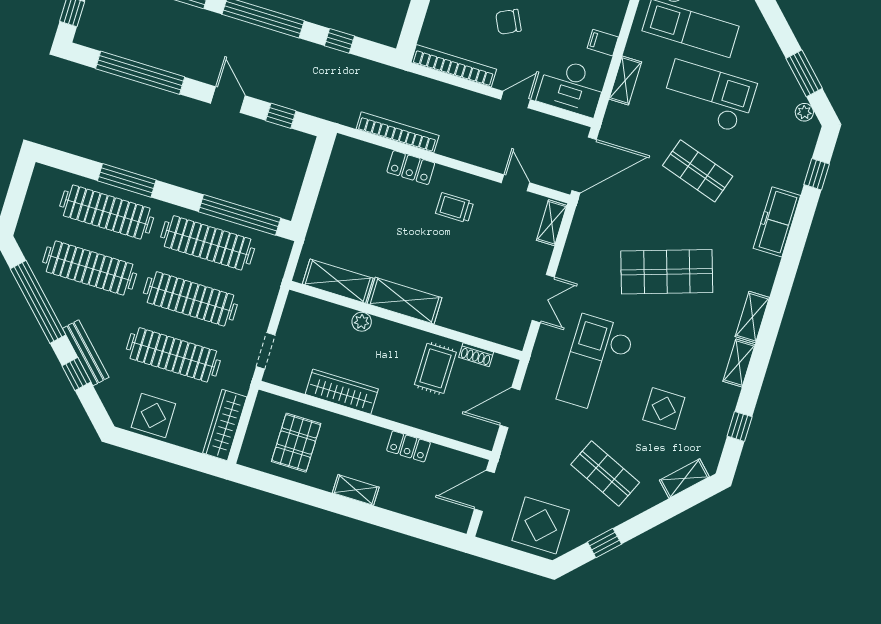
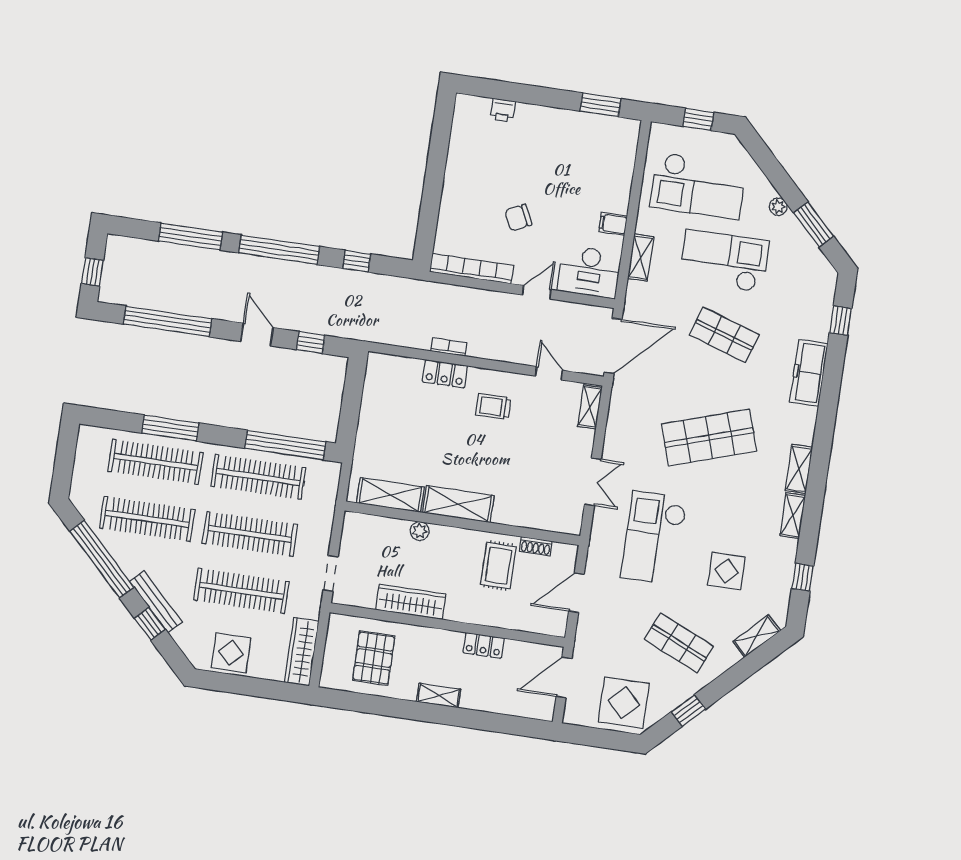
plant: (804, 112) -> (778, 207), moved
bookcase: (398, 132) -> (449, 347), width x0.43, depth x0.76

